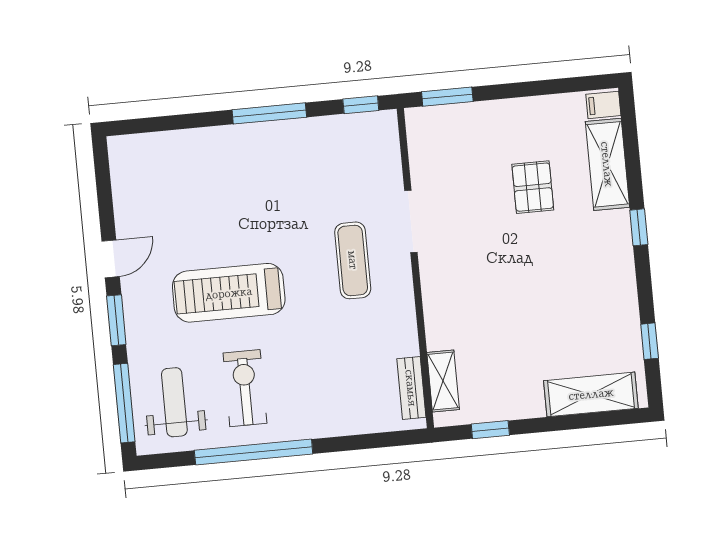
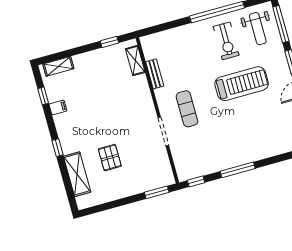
filing cabinet: (603, 105) -> (58, 107), moved
bench: (411, 388) -> (155, 74), moved
shelving: (591, 394) -> (58, 66), width x0.67, depth x0.75

